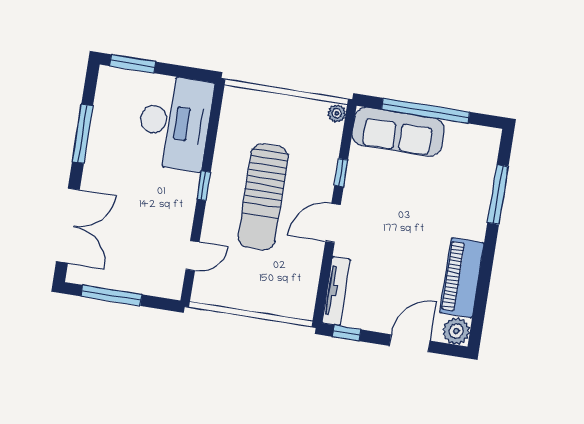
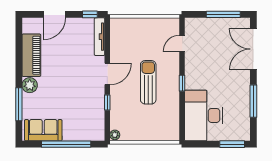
sofa: (398, 132) -> (43, 130), moved, width x0.73
sun lounger: (263, 197) -> (148, 82), width x0.73, depth x0.75
plant: (456, 331) -> (30, 85), moved

